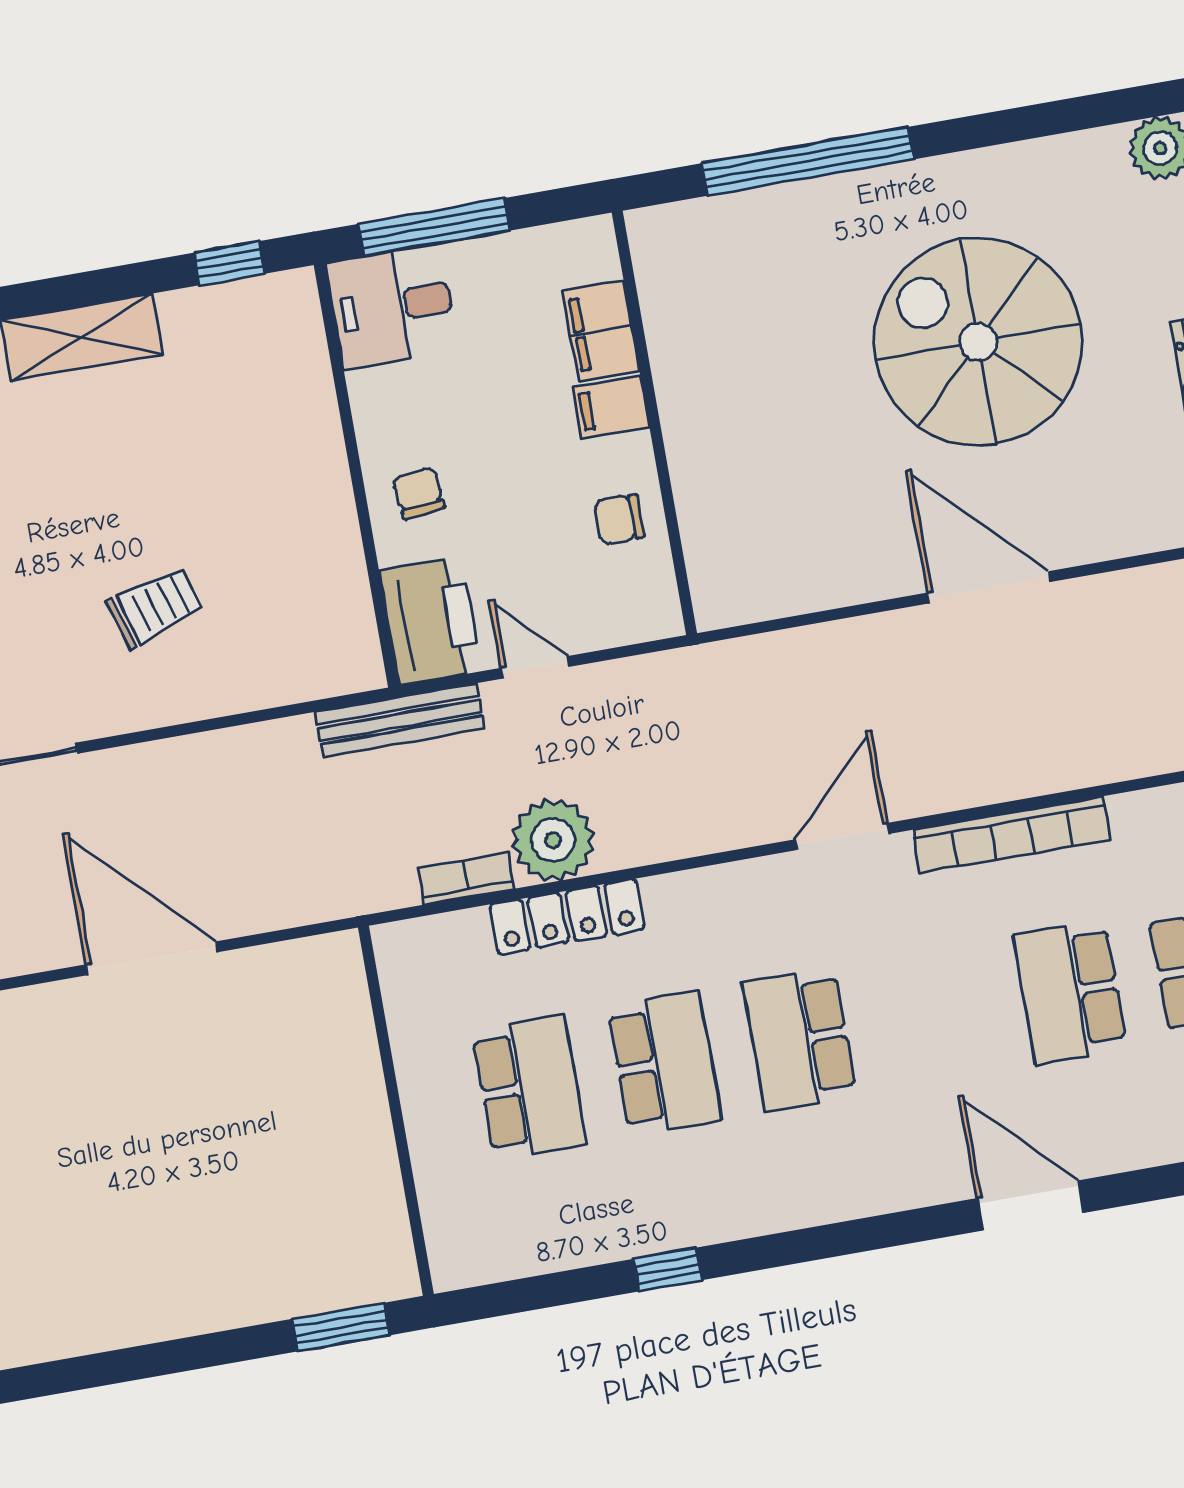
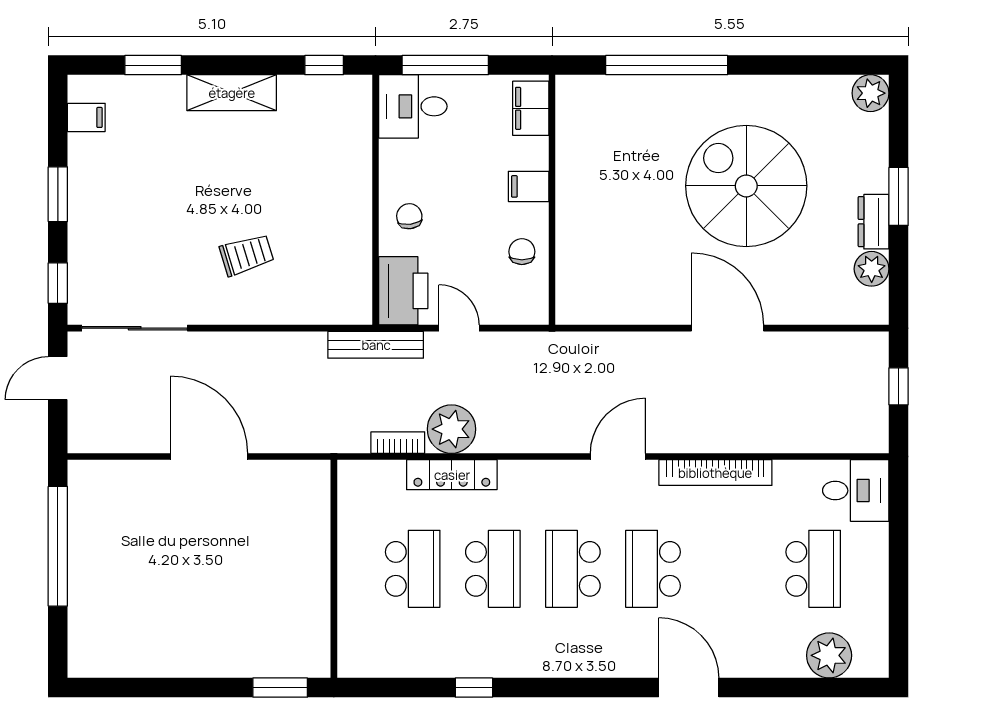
filing cabinet: (601, 331) -> (531, 108), moved
chair: (619, 519) -> (522, 252), turned 90
school desk: (1070, 992) -> (653, 569), moved

